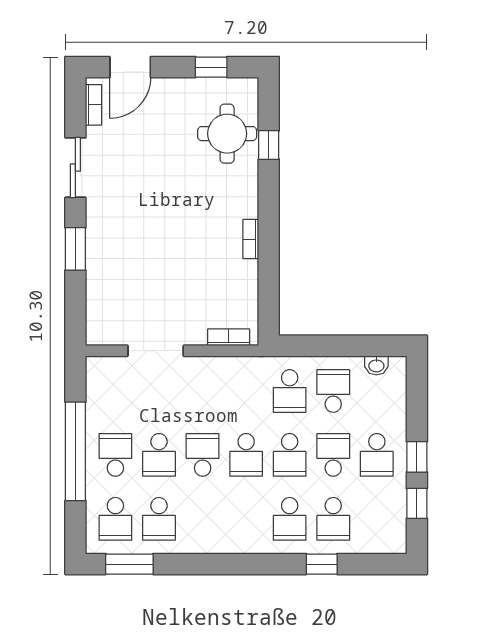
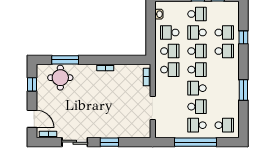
window: (269, 145) -> (65, 60), width x2.17
school desk: (159, 519) -> (170, 70), moved
window: (129, 564) -> (243, 90), moved

